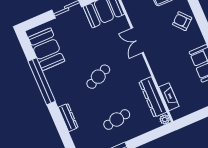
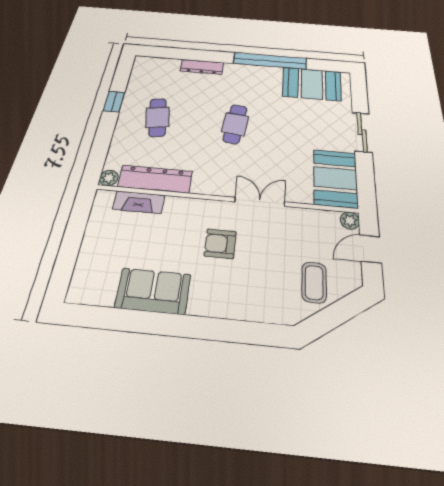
armchair: (182, 21) -> (220, 244), moved, turned -139
cafe table: (98, 77) -> (235, 124), turned 30

